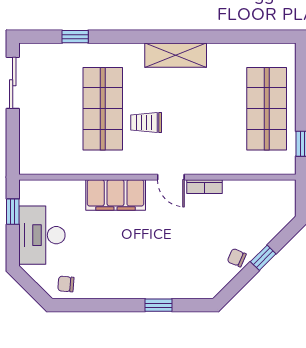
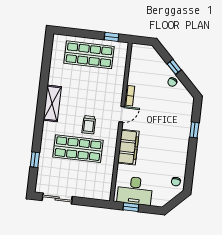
desk: (42, 235) -> (135, 191), moved

